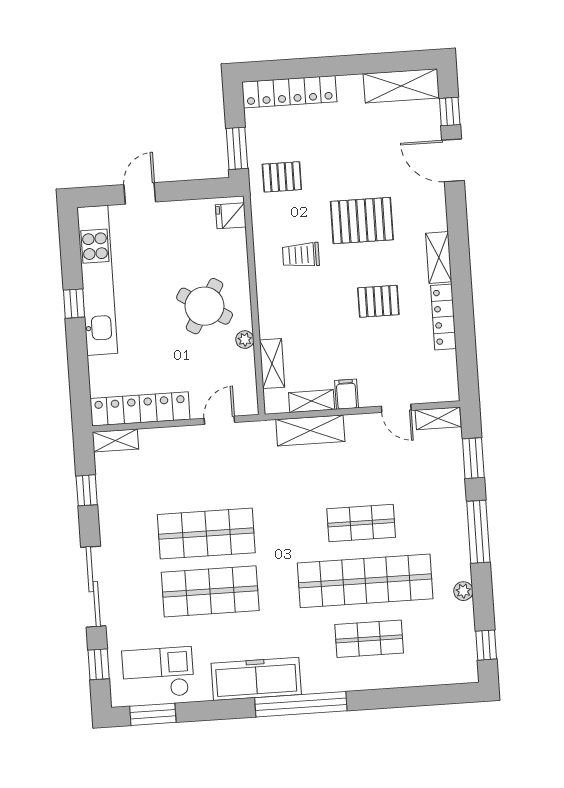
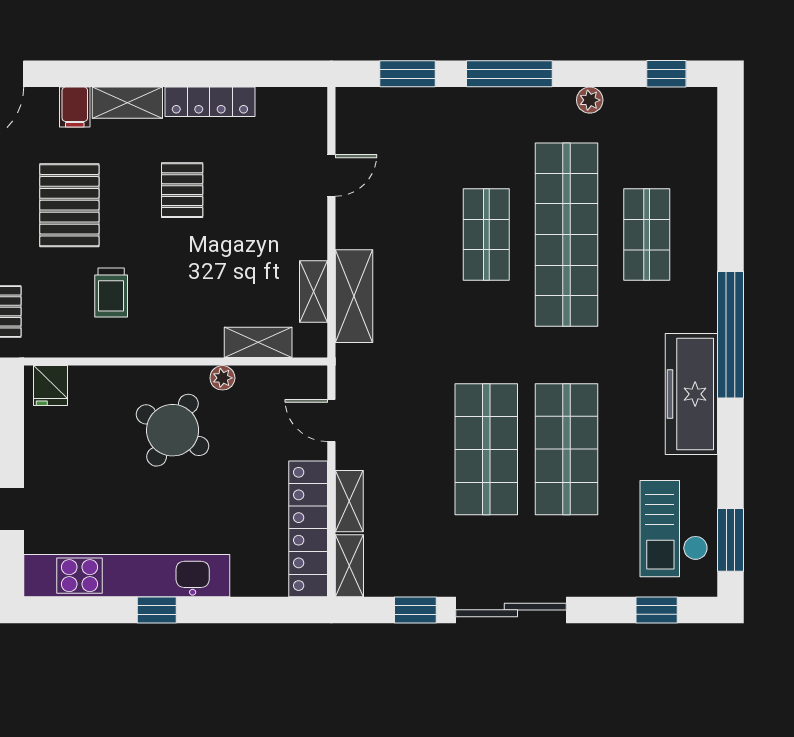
filing cabinet: (346, 394) -> (75, 107), moved, turned -90
shelving: (438, 418) -> (349, 501), moved
sliding door: (93, 587) -> (511, 610), moved

